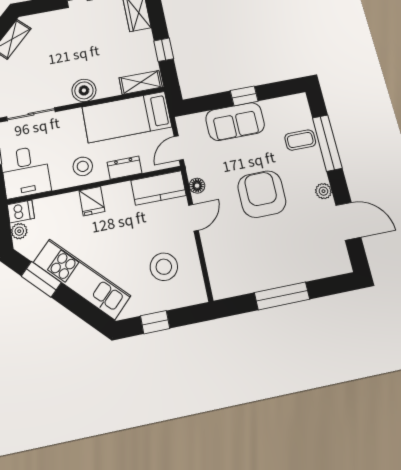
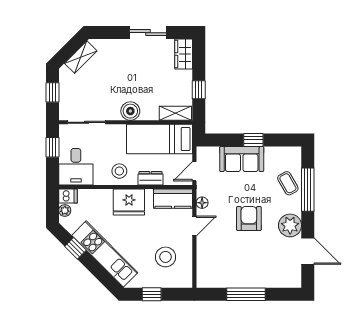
coffee table: (300, 140) -> (288, 183), turned 60
plant: (323, 191) -> (290, 225), width x1.87, depth x1.87
armchair: (262, 194) -> (249, 218), width x0.73, depth x0.73
fridge: (92, 201) -> (129, 202), width x1.88, depth x1.34
window: (41, 279) -> (76, 248), width x0.67

